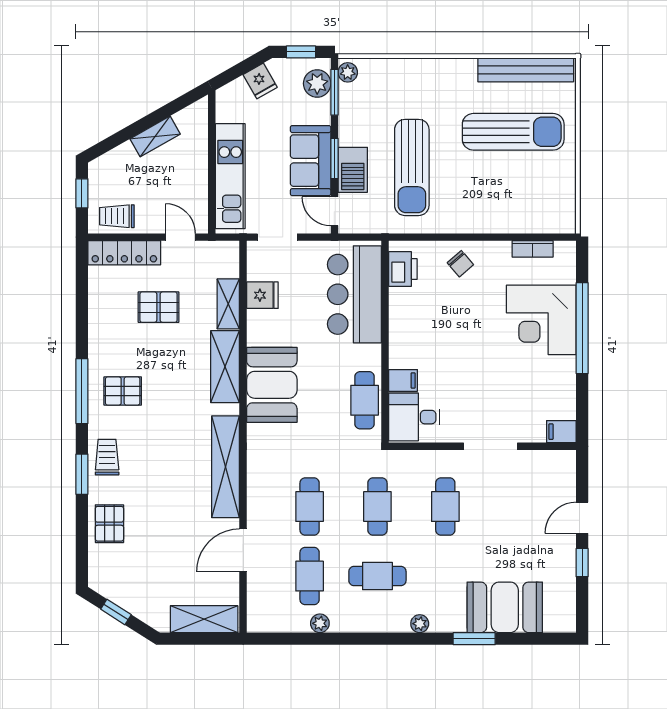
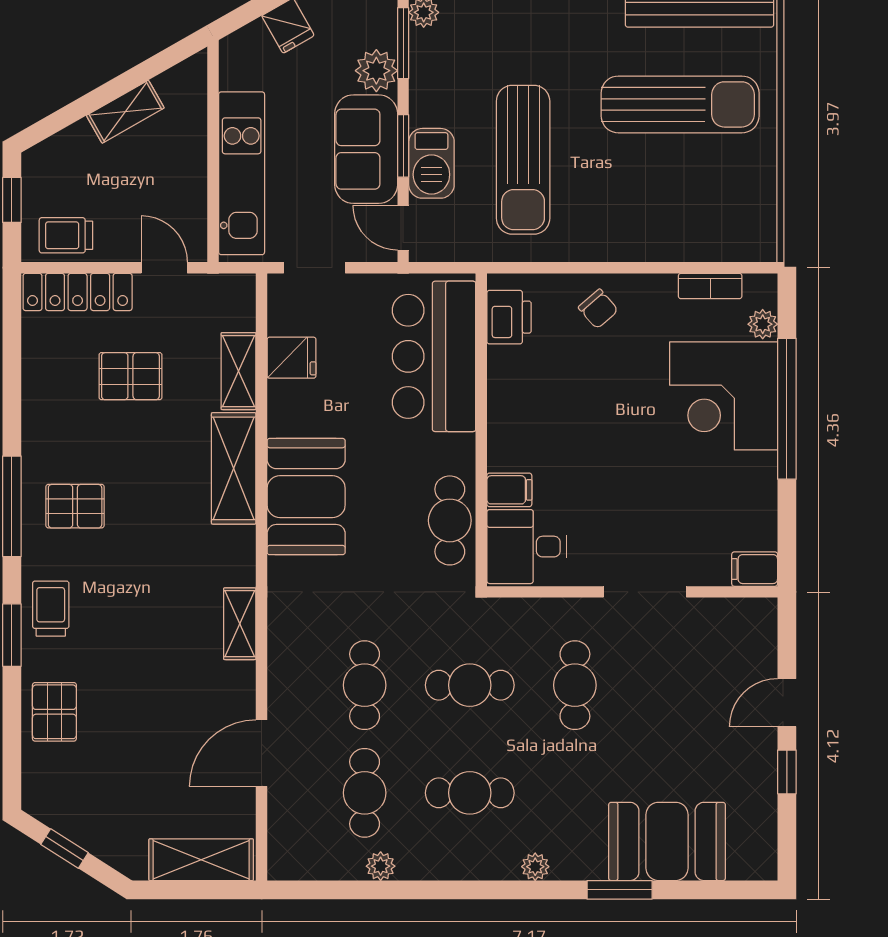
plant: (317, 83) -> (376, 71), moved
plant: (566, 274) -> (763, 324), added
shelving: (226, 467) -> (240, 624), width x0.45, depth x0.75
cafe table: (377, 507) -> (470, 685), turned 90

